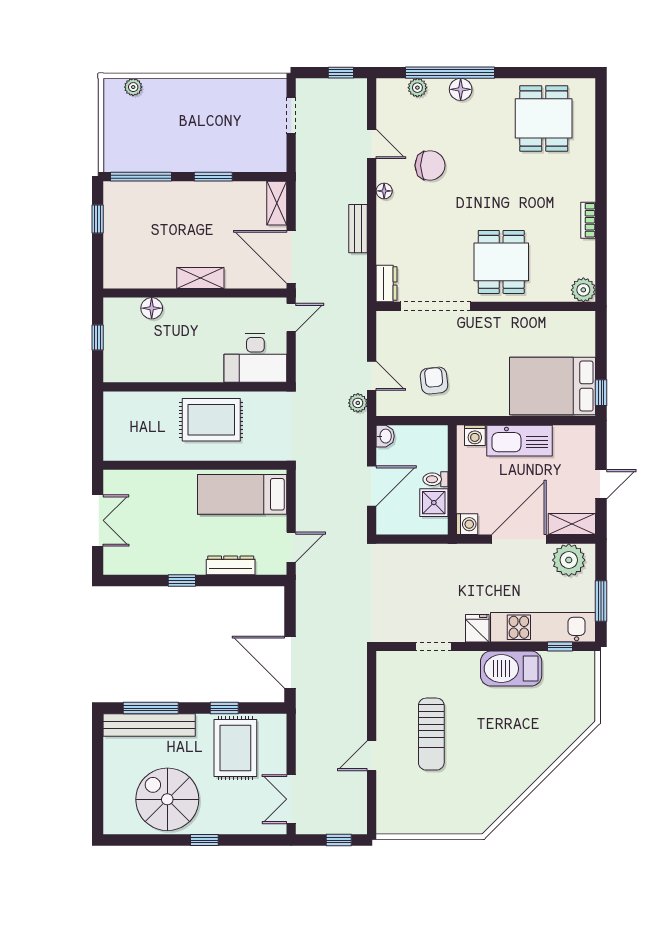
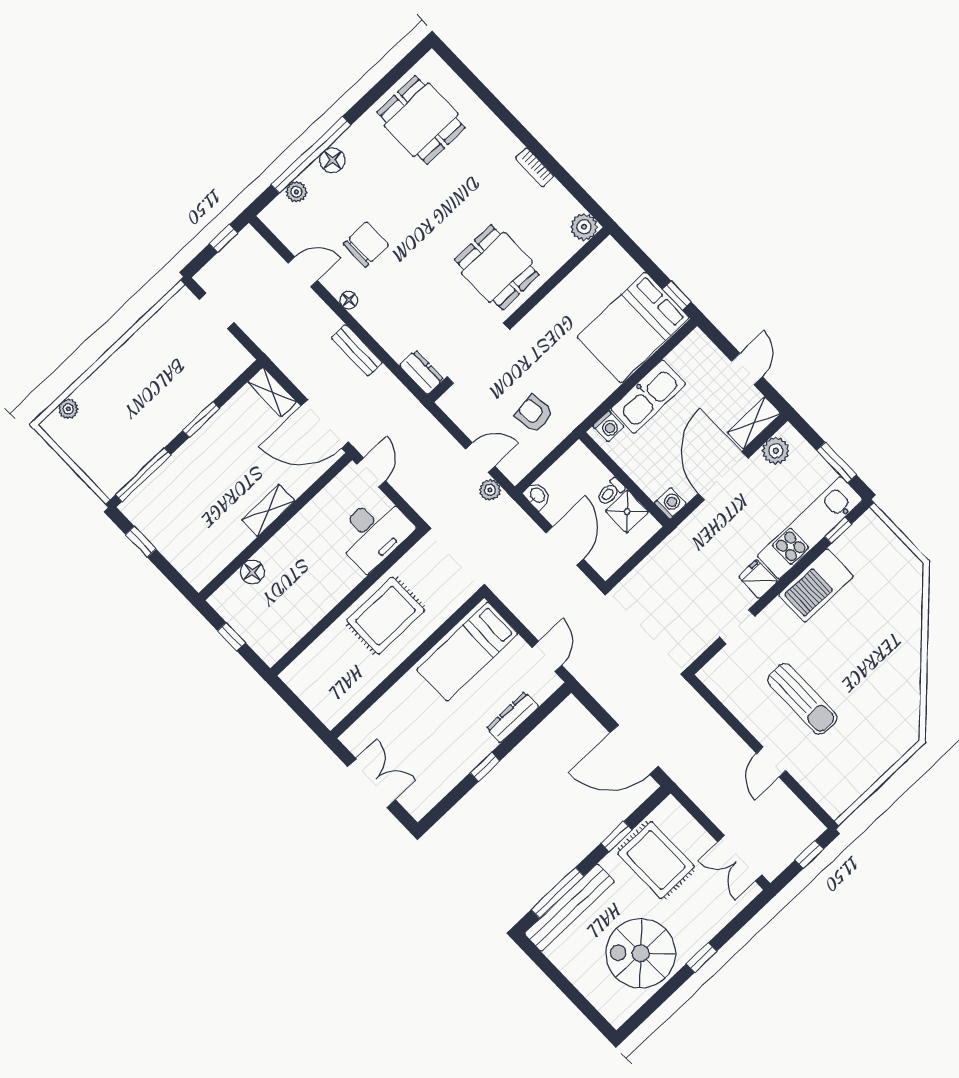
plant: (569, 560) -> (776, 451), width x0.73, depth x0.73

